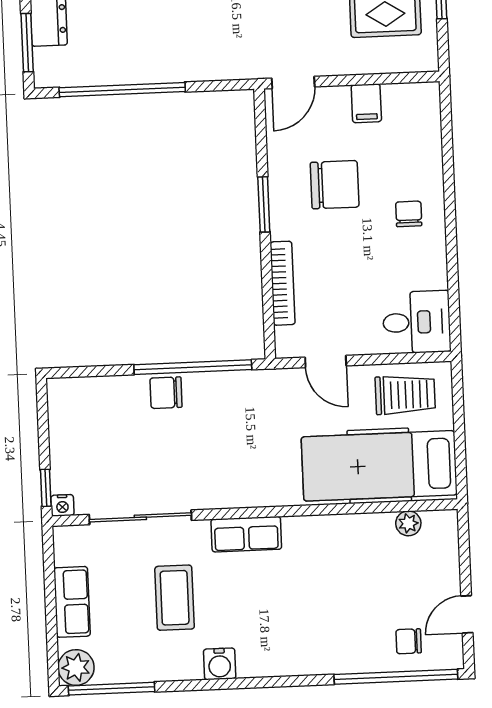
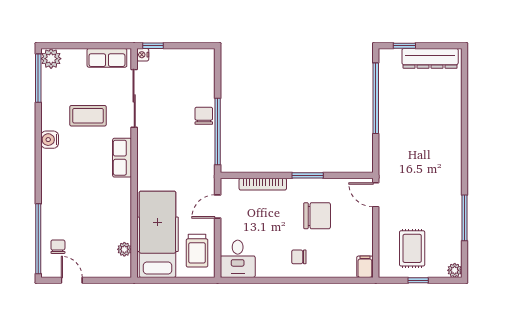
window: (27, 43) -> (404, 46), width x0.67
filing cabinet: (366, 103) -> (365, 267), moved, turned 90
chair: (335, 185) -> (317, 216), turned -90
chair: (409, 214) -> (299, 257), turned 180
row of seats: (72, 602) -> (107, 58), moved

